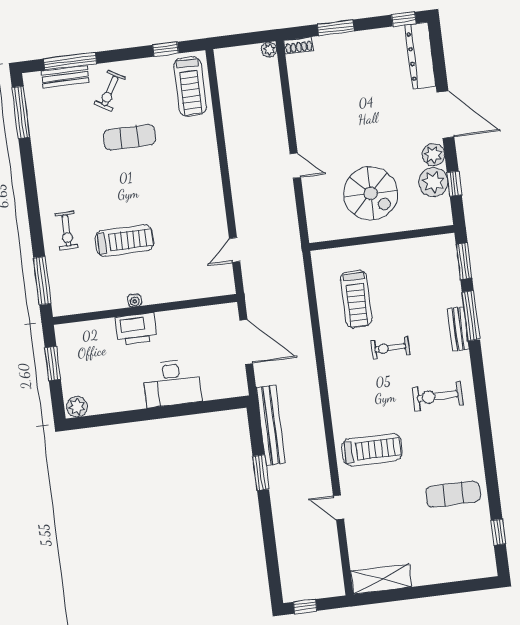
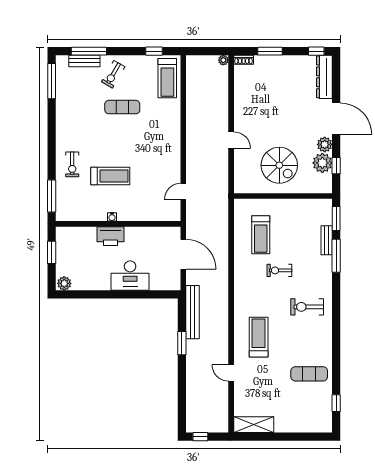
bench: (458, 329) -> (327, 240), moved
treadmill: (372, 450) -> (259, 337), turned -90

